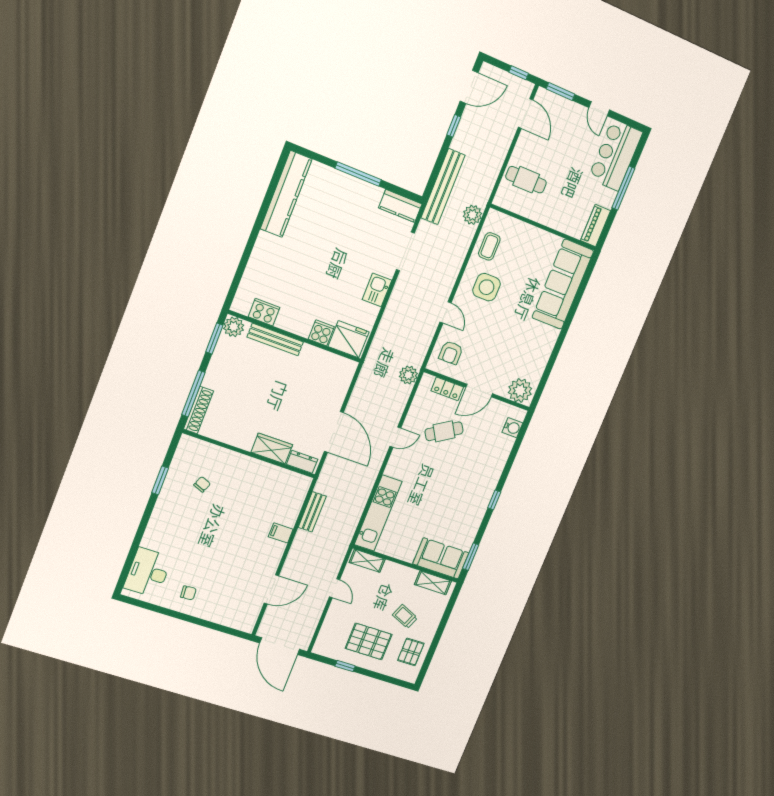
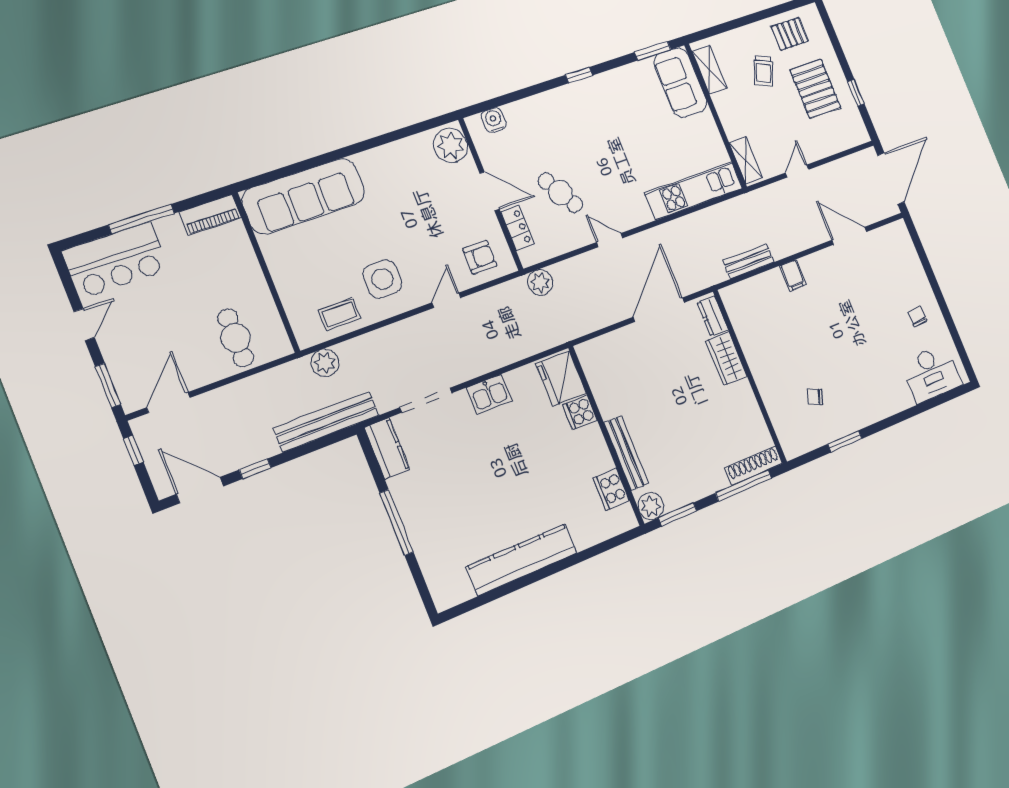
kitchen counter: (286, 194) -> (522, 560), moved

